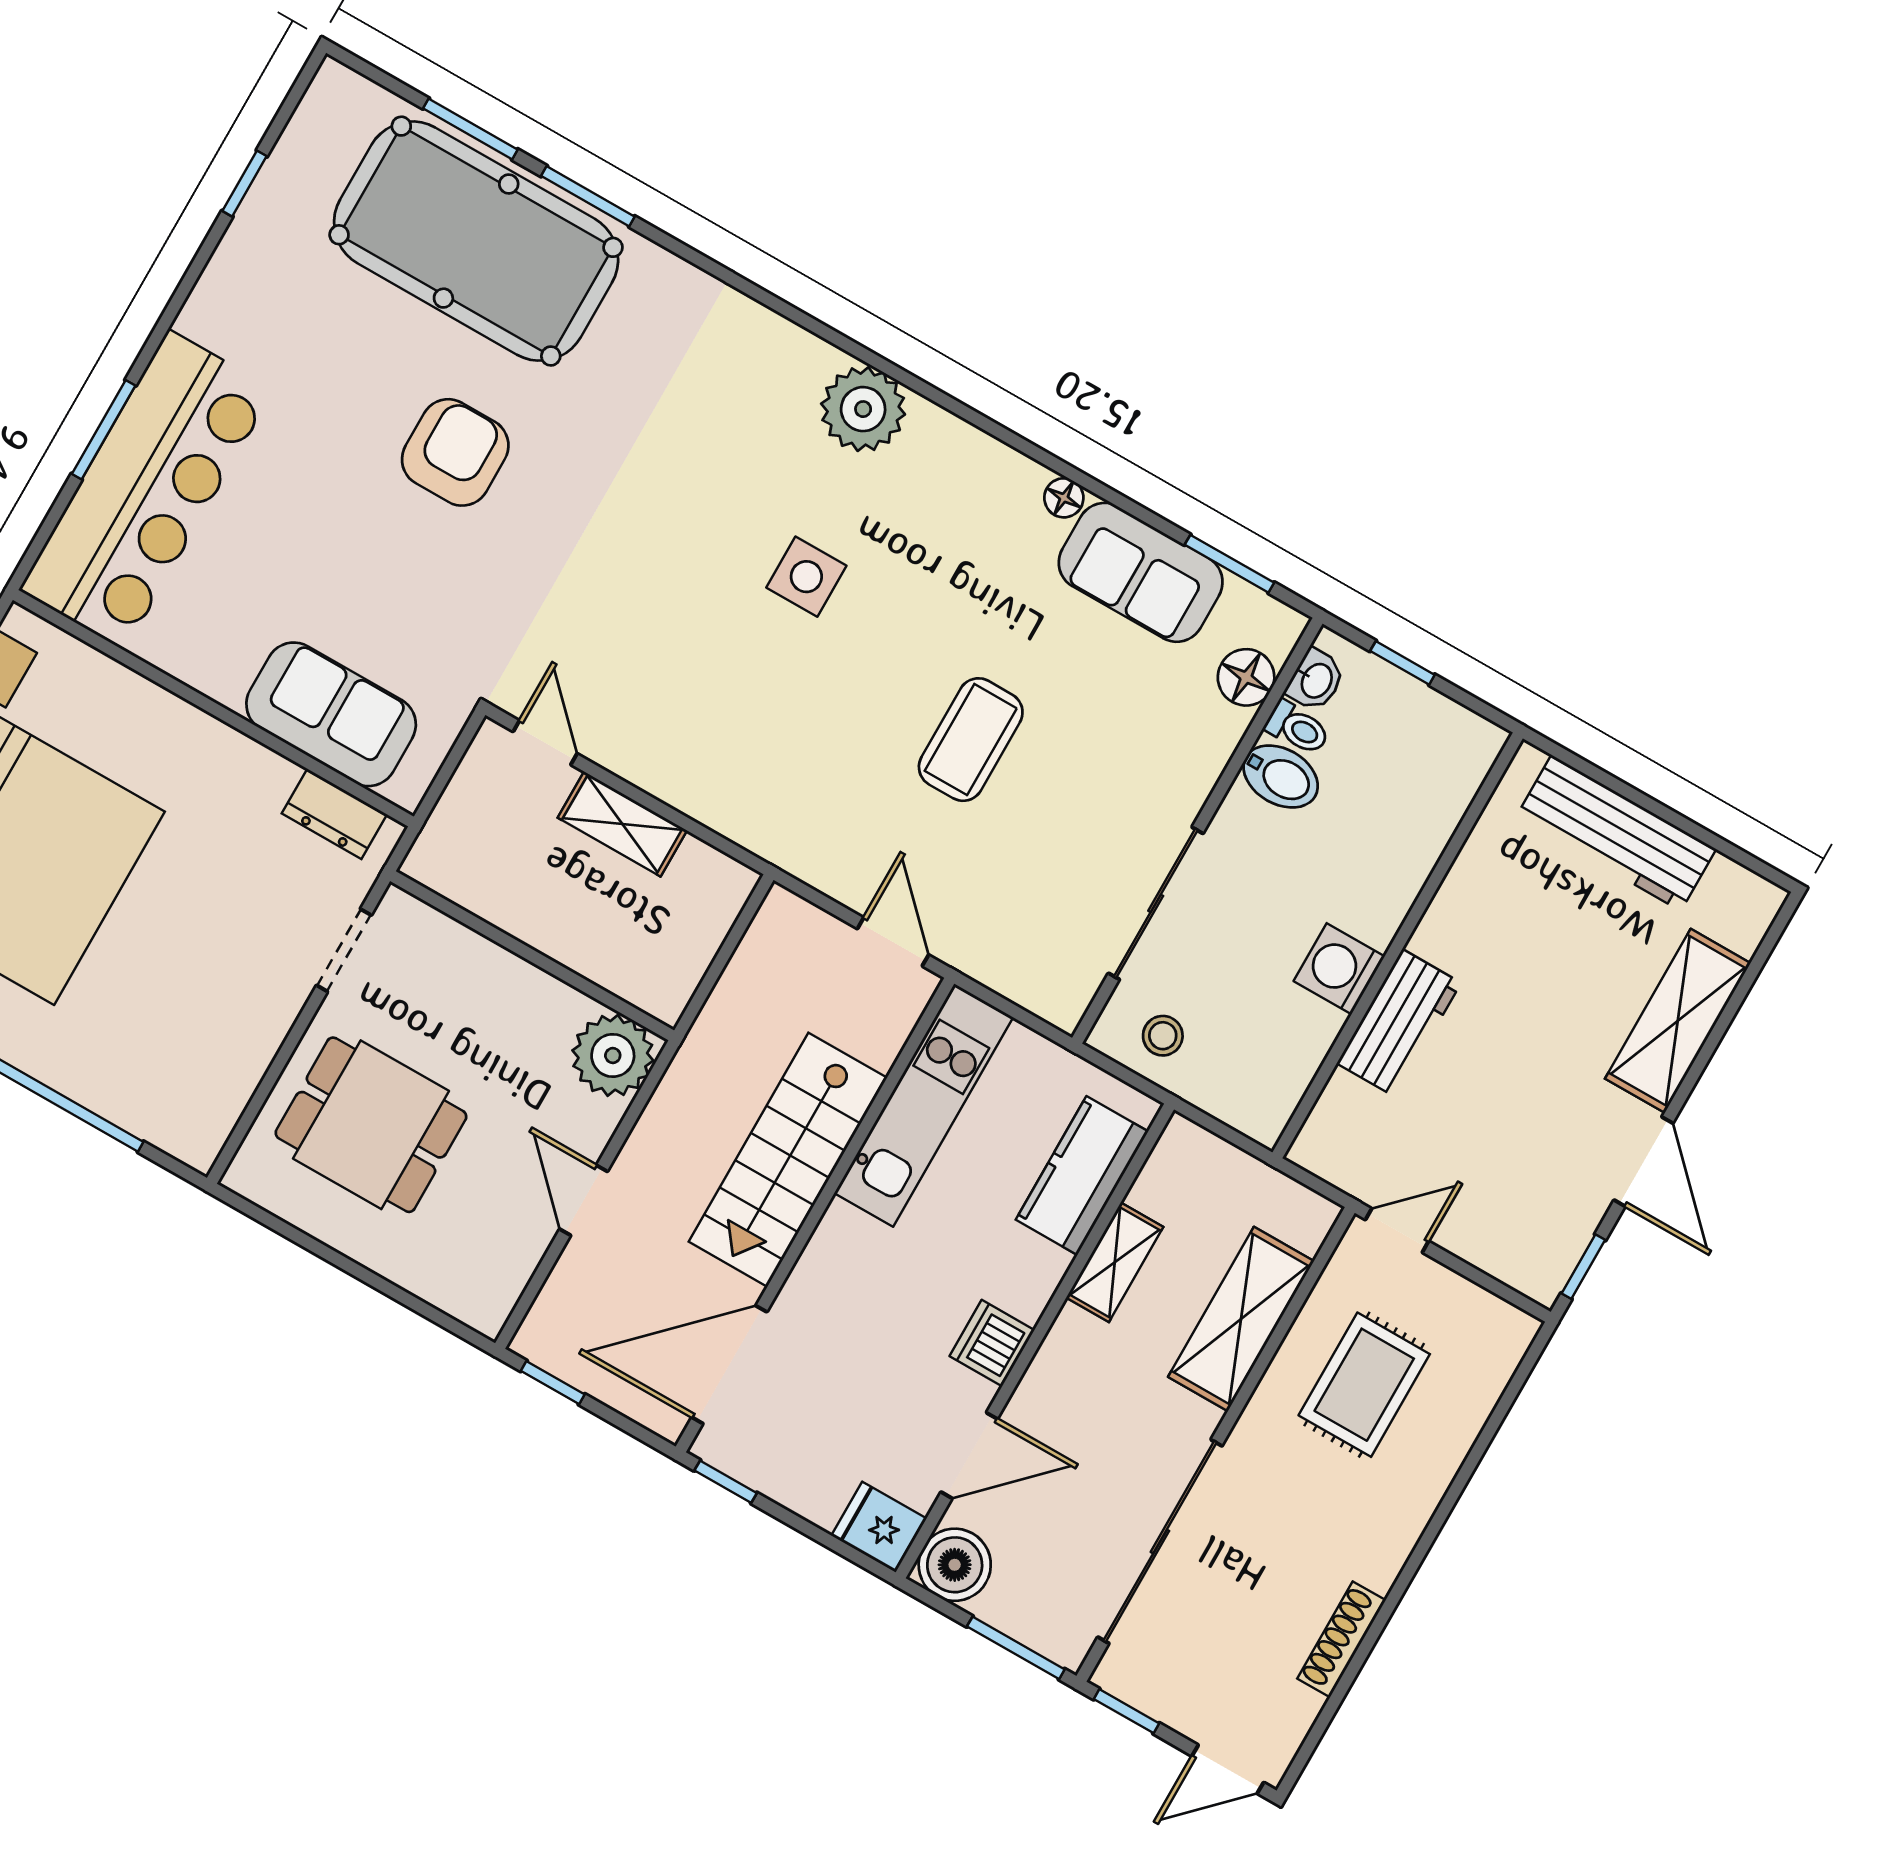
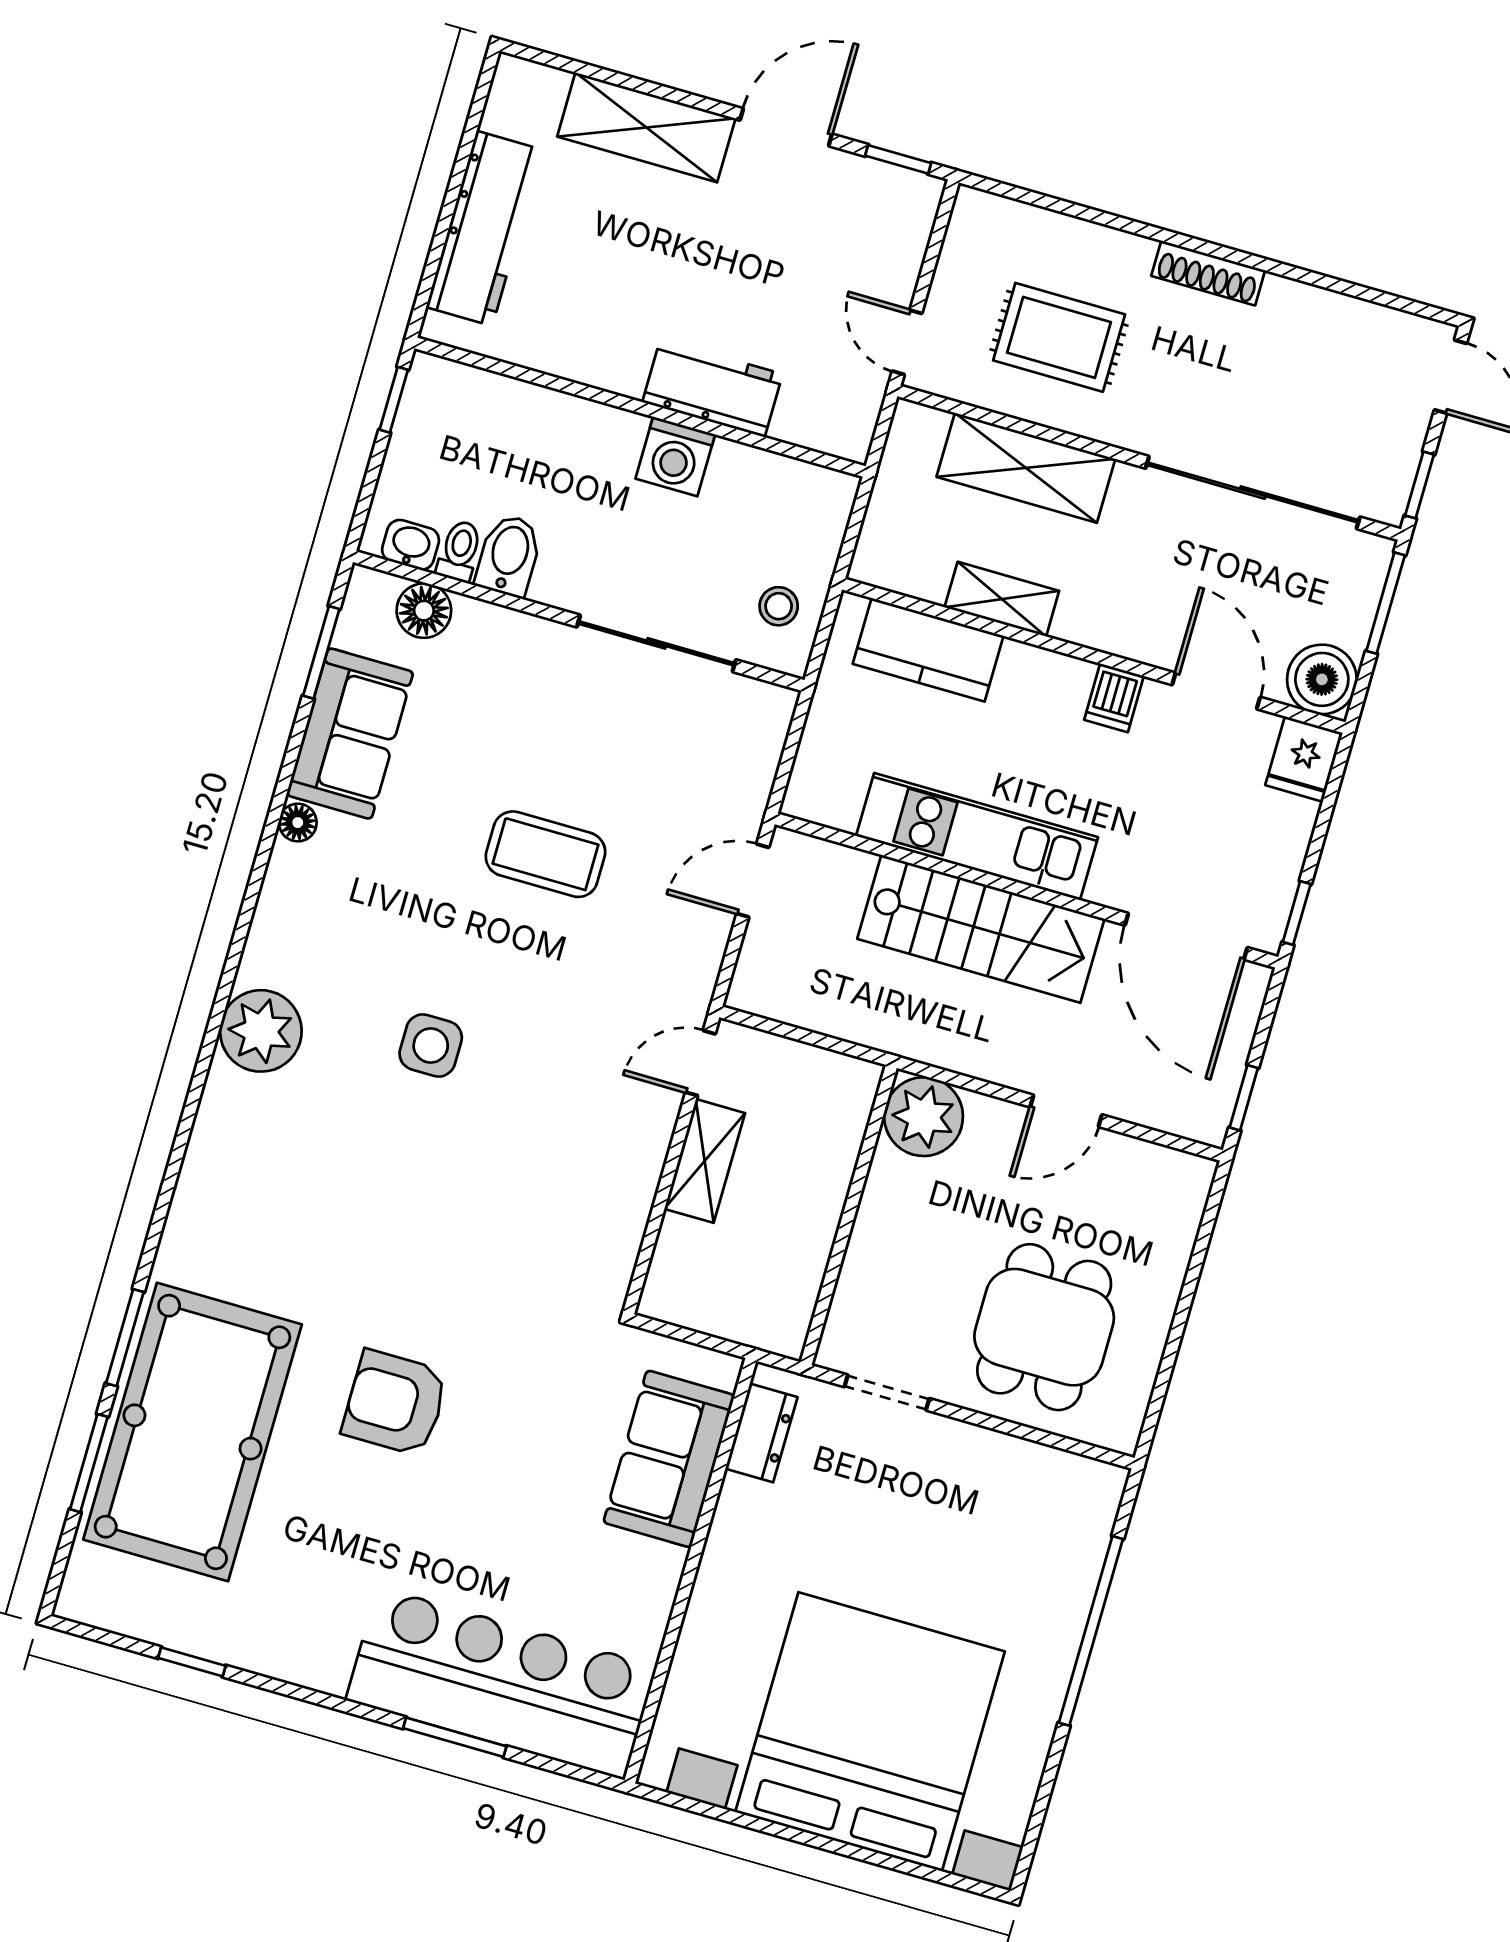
window: (1402, 663) -> (394, 400), moved
door: (545, 743) -> (700, 1063), moved
kitchen unit: (924, 1105) -> (977, 837), moved
dishwasher: (992, 1343) -> (1114, 698), width x0.73
shoe rack: (1341, 1639) -> (1208, 273), moved

